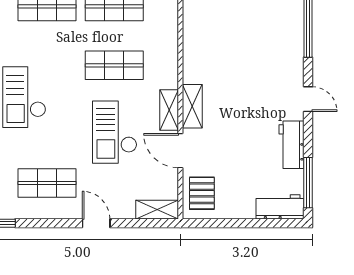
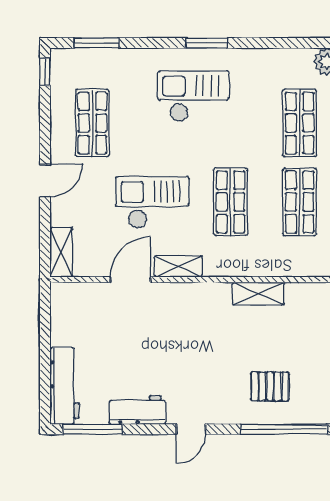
shelving: (192, 106) -> (258, 294), moved
pallet: (202, 193) -> (270, 386), moved
workbench: (280, 207) -> (64, 386), width x1.38

